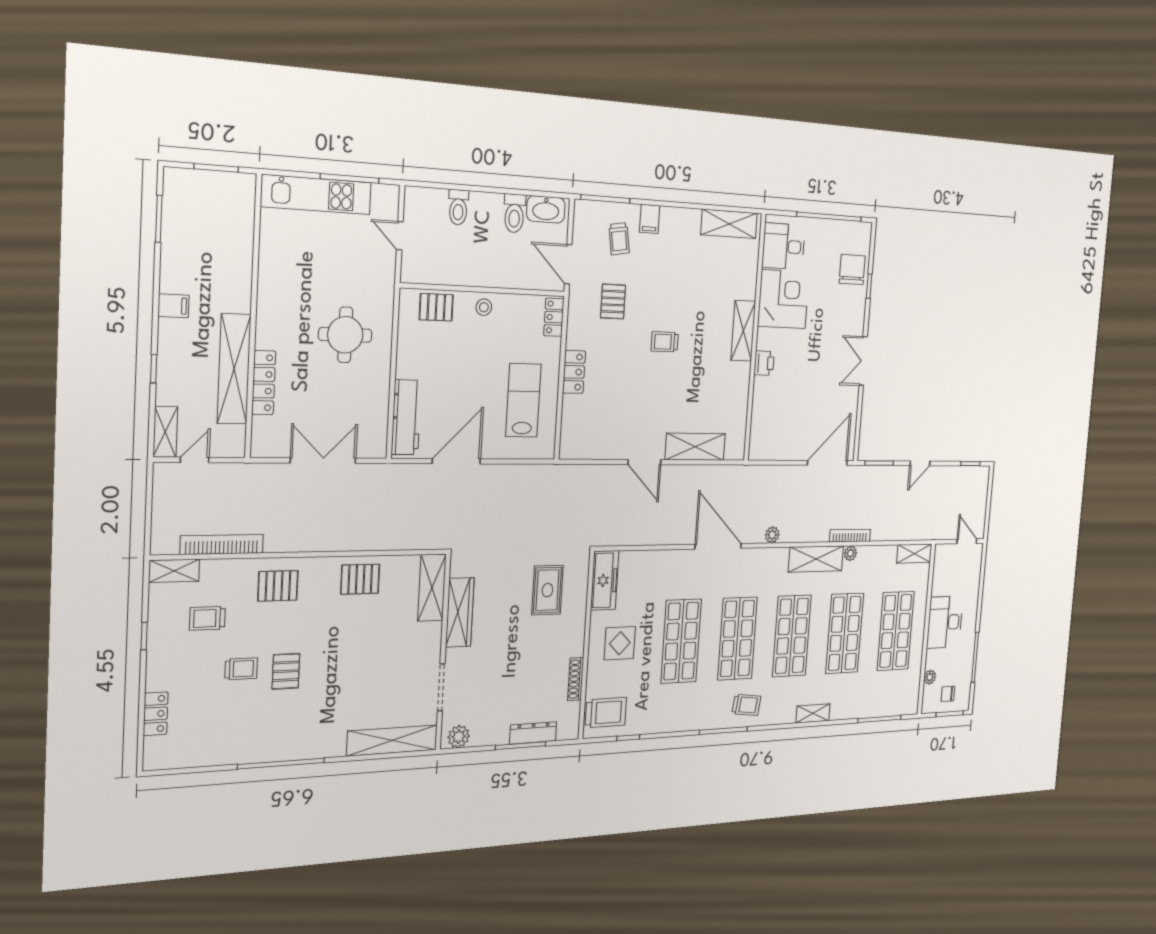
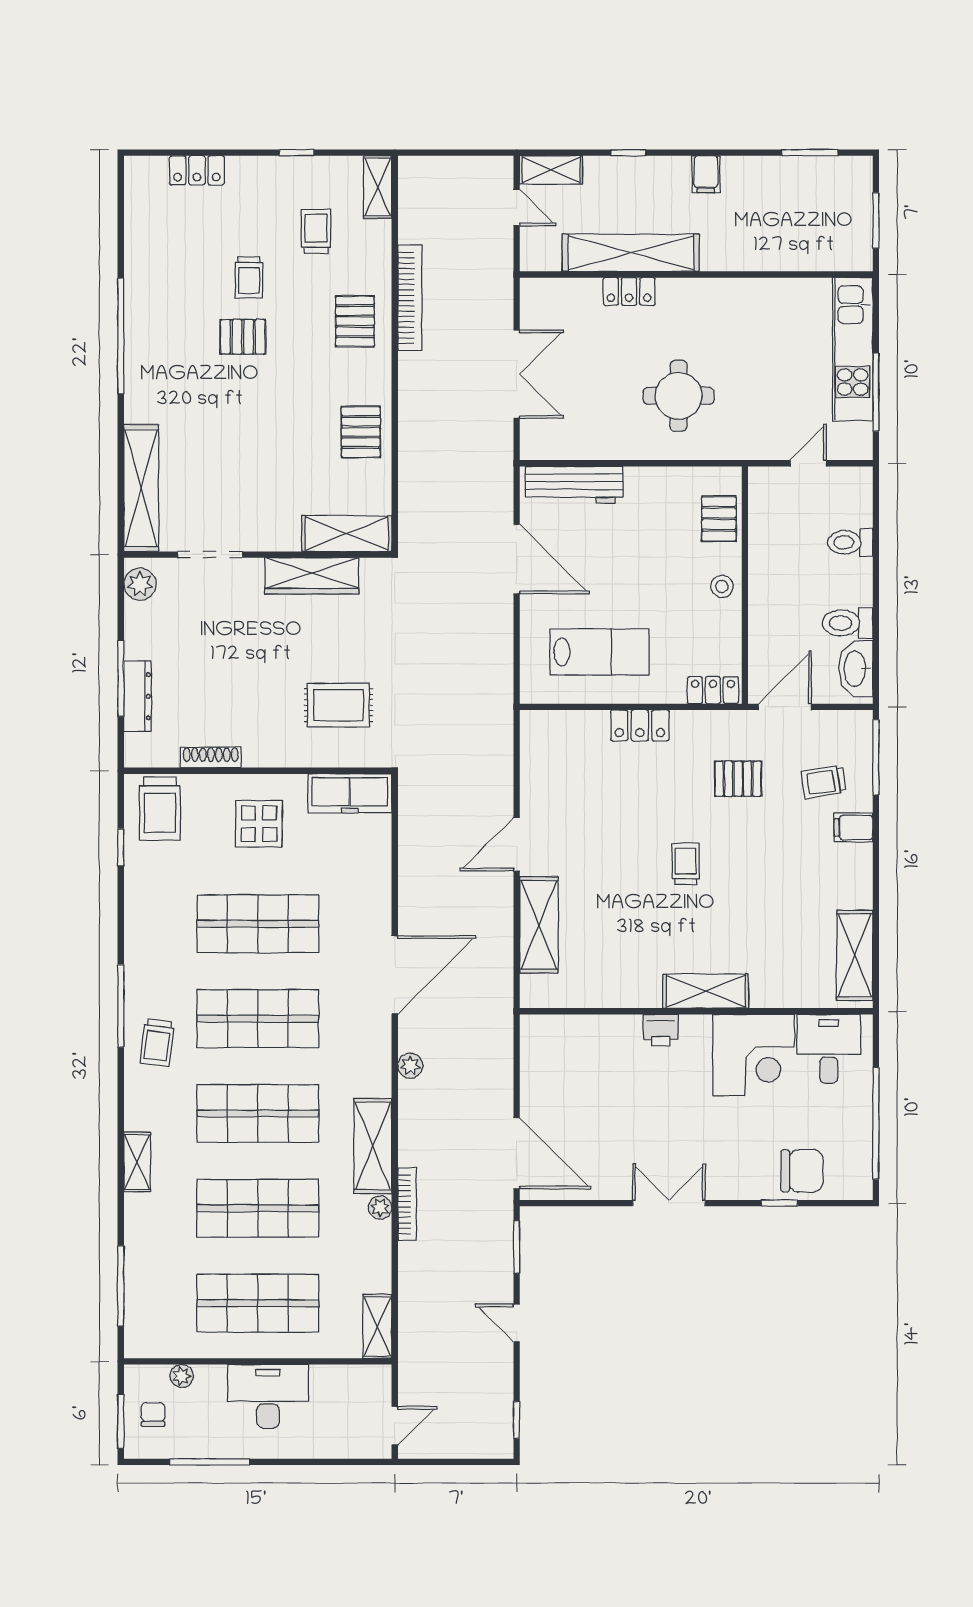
locker: (264, 383) -> (629, 291), width x0.66
bookcase: (222, 544) -> (410, 298), moved

